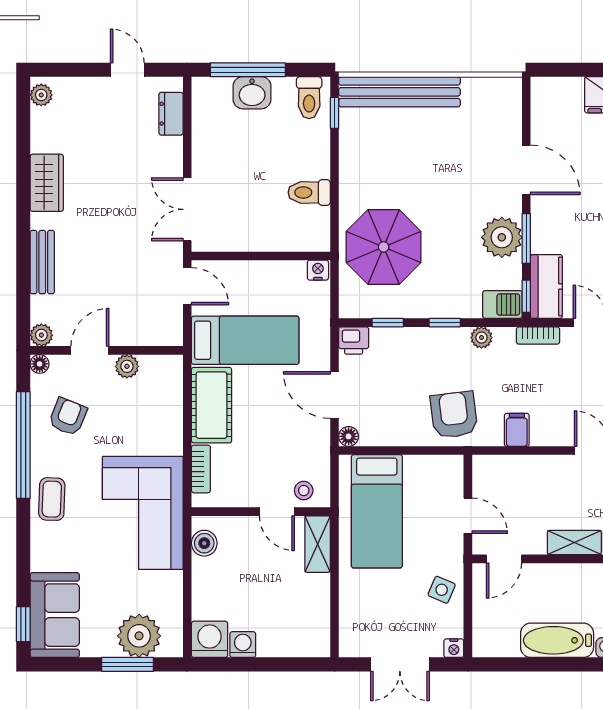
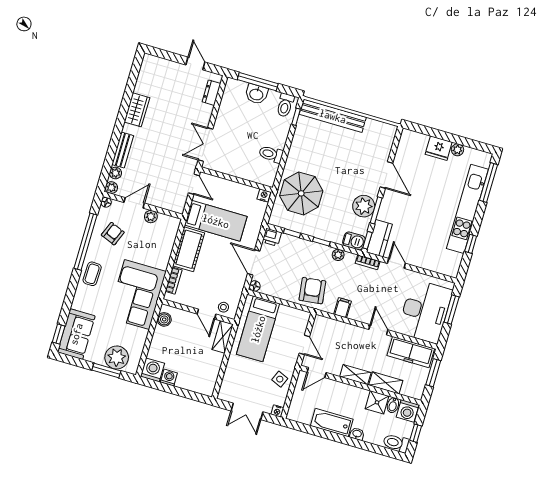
plant: (41, 95) -> (115, 173), moved

